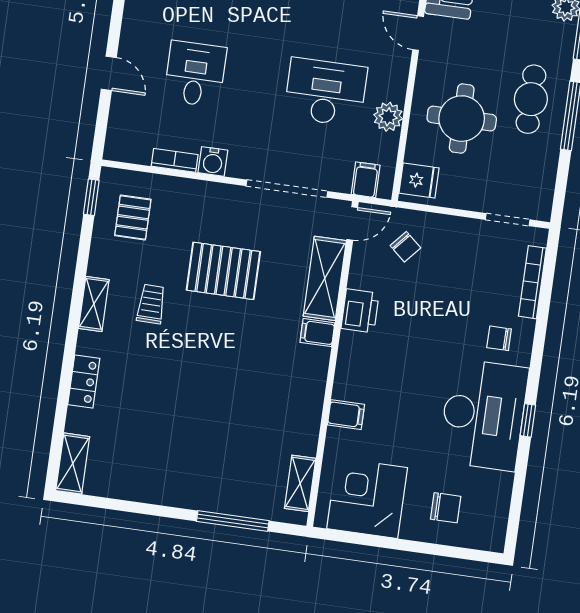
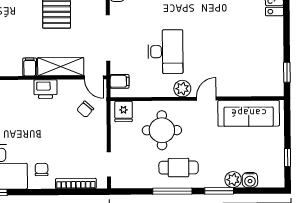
plant: (388, 117) -> (182, 89), moved

